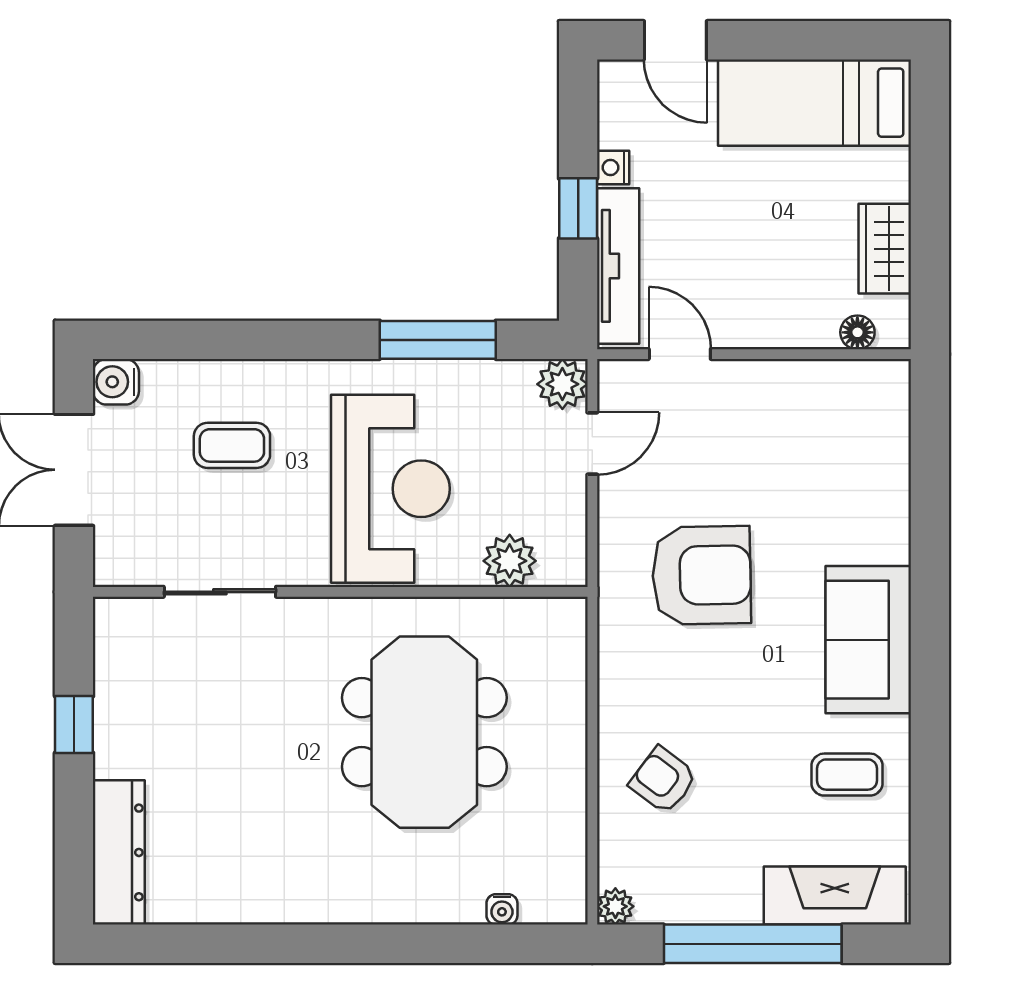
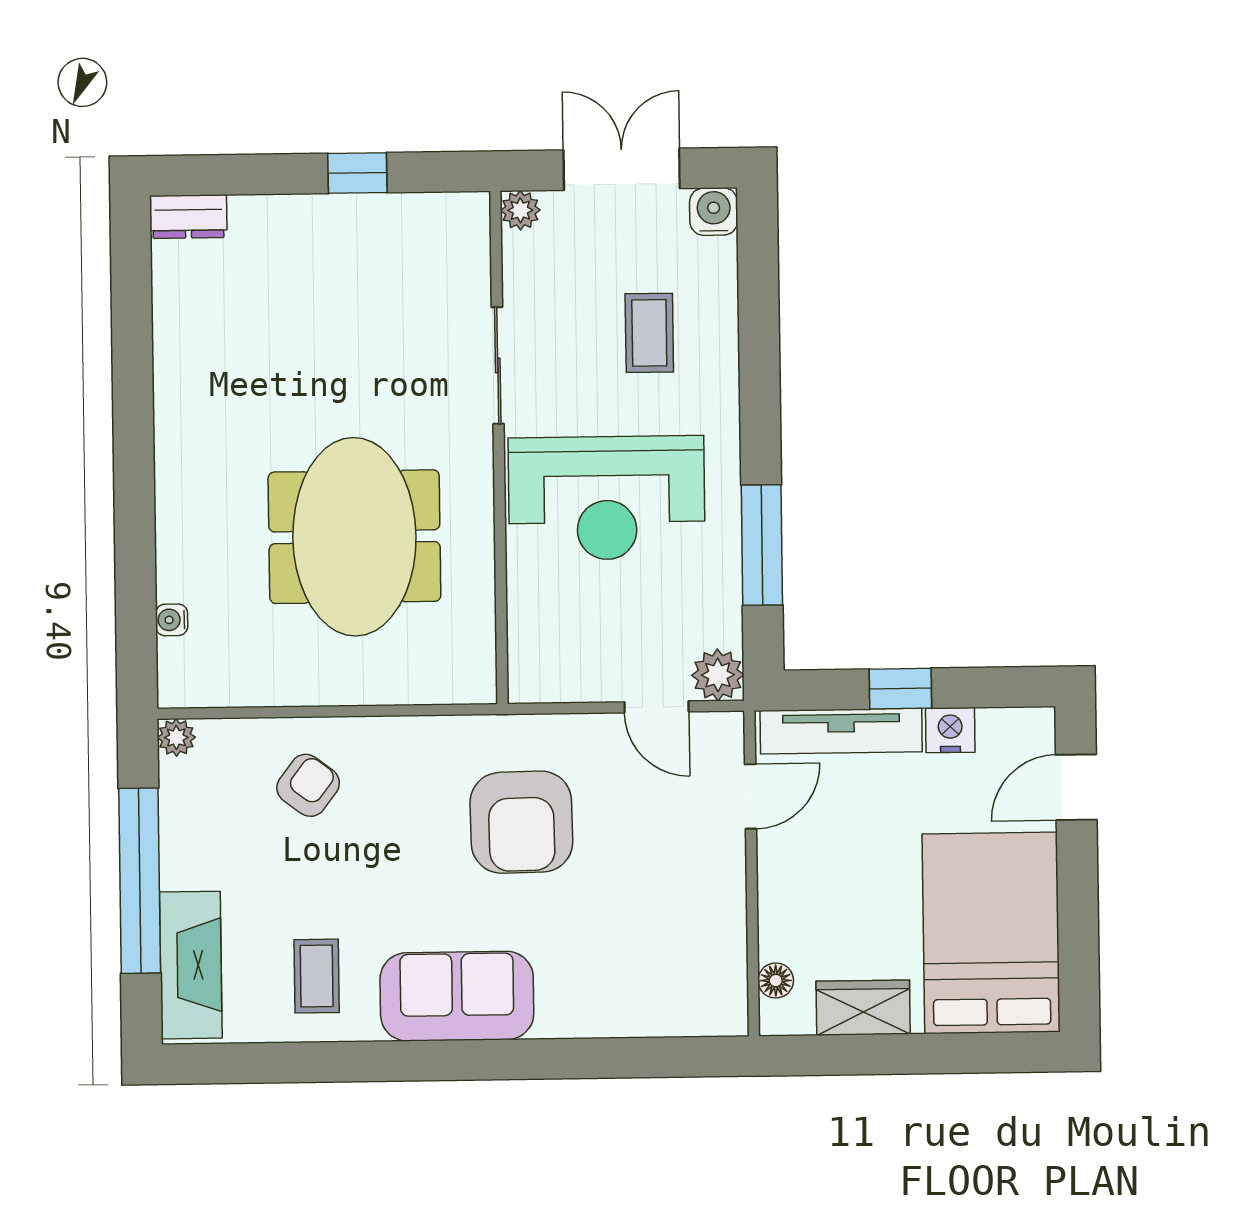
bed: (815, 103) -> (991, 933), width x1.50
nightstand: (613, 167) -> (950, 730), width x1.39, depth x1.35
plant: (510, 561) -> (520, 210), moved, width x0.73, depth x0.73
sliding door: (220, 592) -> (498, 365), moved
meeting table: (424, 732) -> (354, 537), turned 90
dresser: (119, 852) -> (188, 217), width x0.51, depth x0.80

